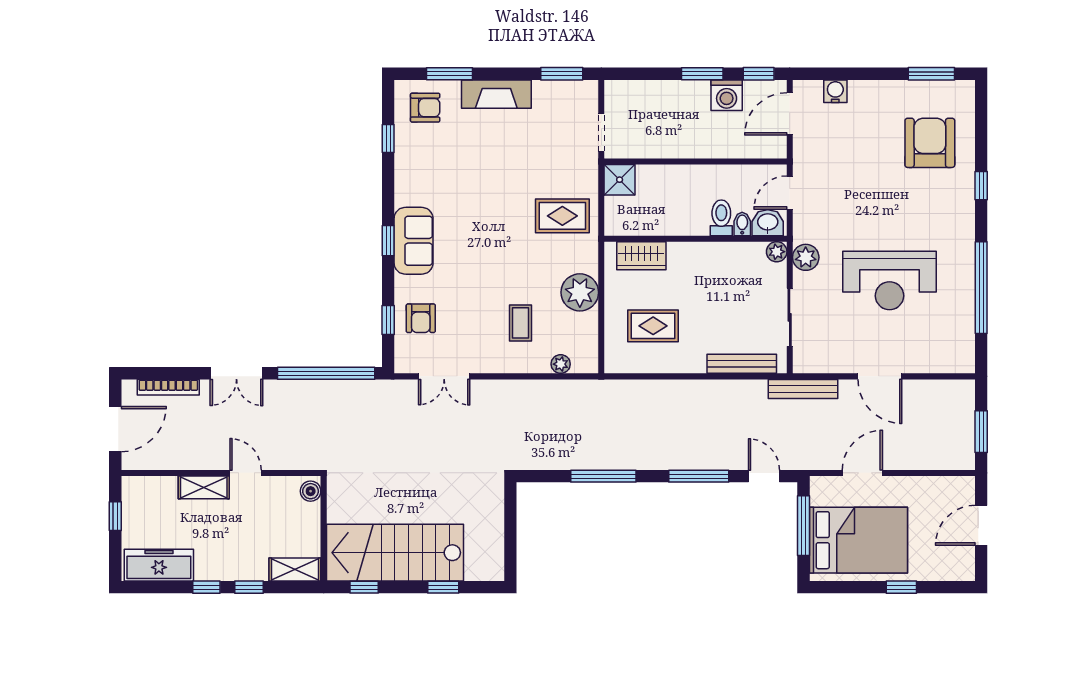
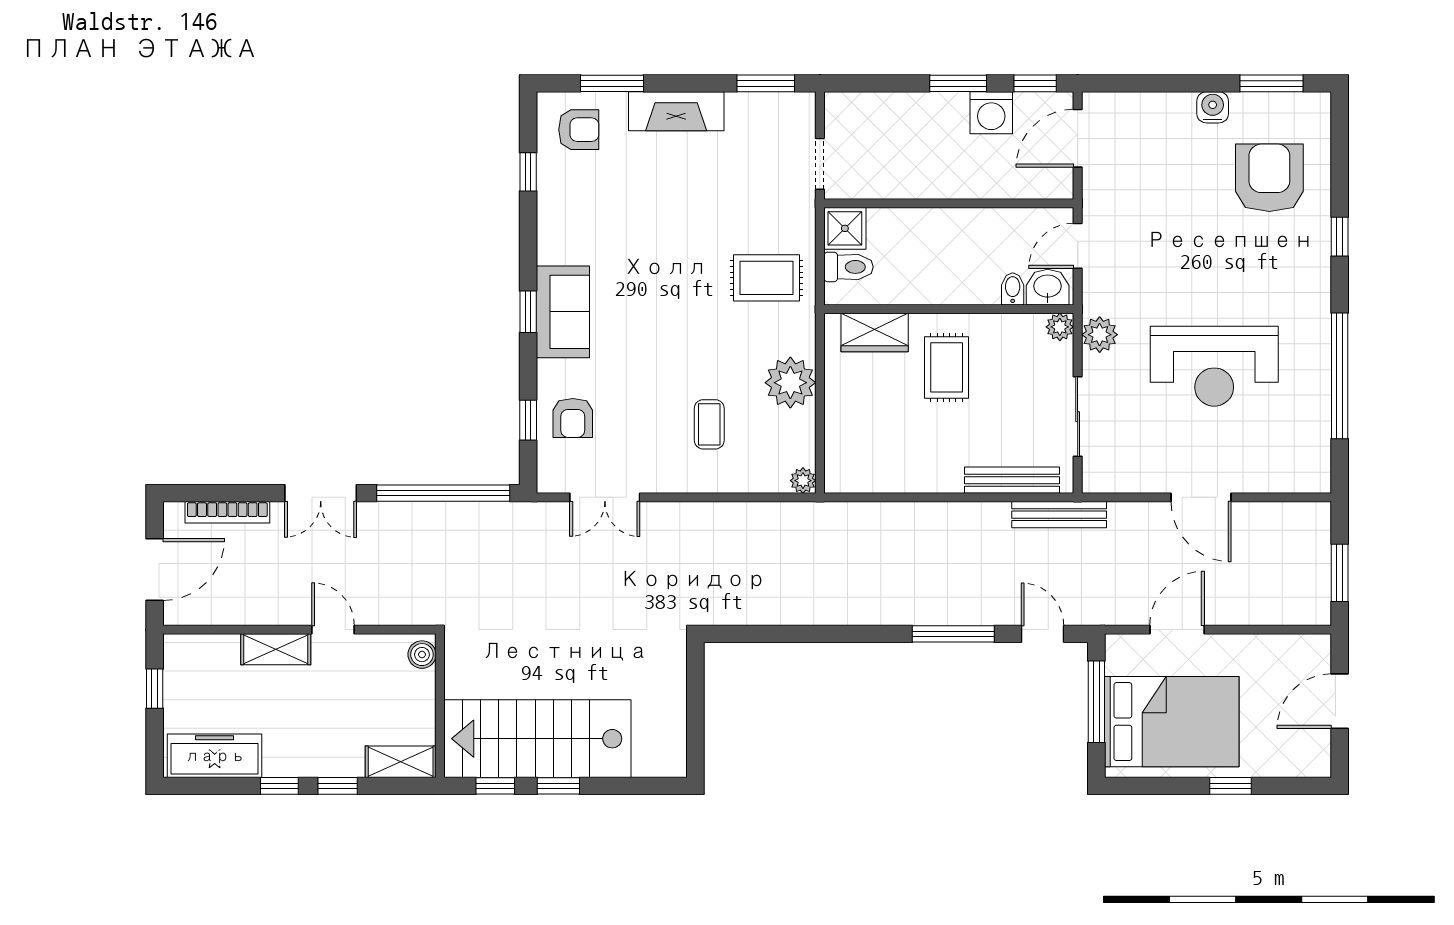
water cooler: (835, 91) -> (1213, 107), moved
toilet: (721, 218) -> (848, 267), moved, turned 90
rug: (653, 326) -> (947, 367), moved, turned 90
plant: (561, 364) -> (803, 481), moved
bench: (803, 389) -> (1059, 515), moved
window: (603, 476) -> (823, 634), removed
window: (443, 587) -> (558, 786), moved

